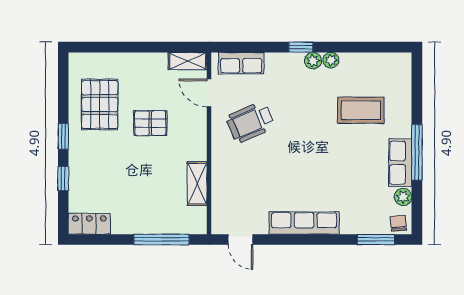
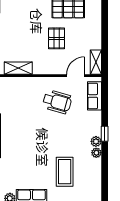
wheelchair: (250, 122) -> (57, 102), turned 129

